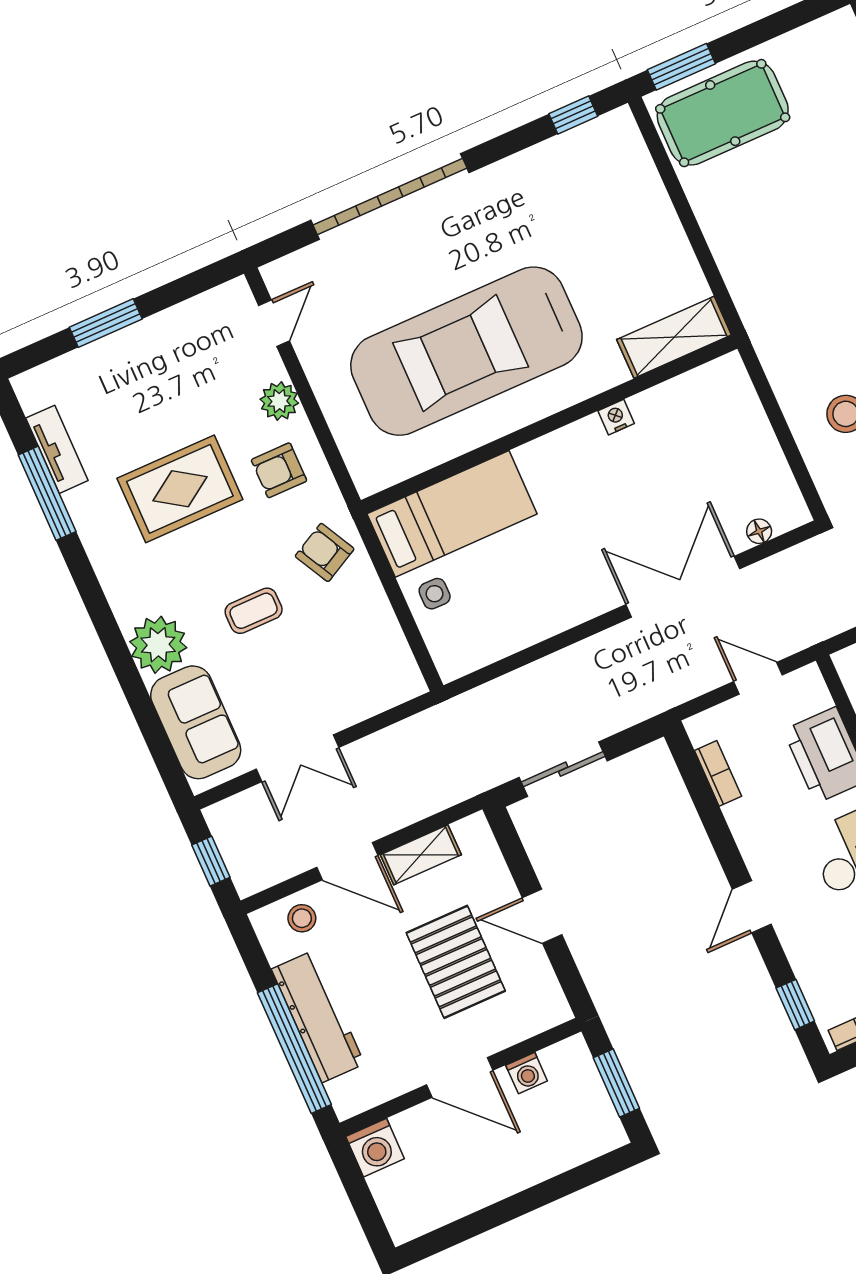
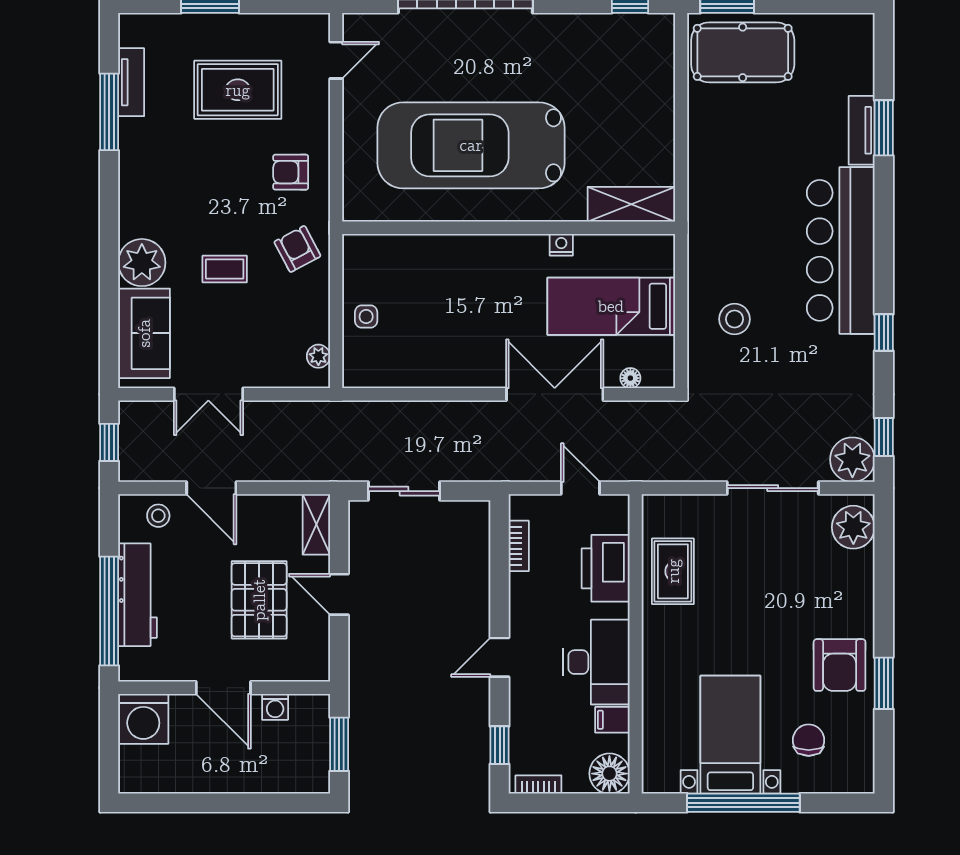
plant: (279, 401) -> (318, 356), moved, width x0.73, depth x0.73
rug: (180, 489) -> (238, 90), moved
bed: (452, 514) -> (611, 306), moved, turned 180
shelving: (421, 855) -> (316, 524), moved, turned 90
washing machine: (375, 1148) -> (143, 719), width x1.37, depth x1.37

